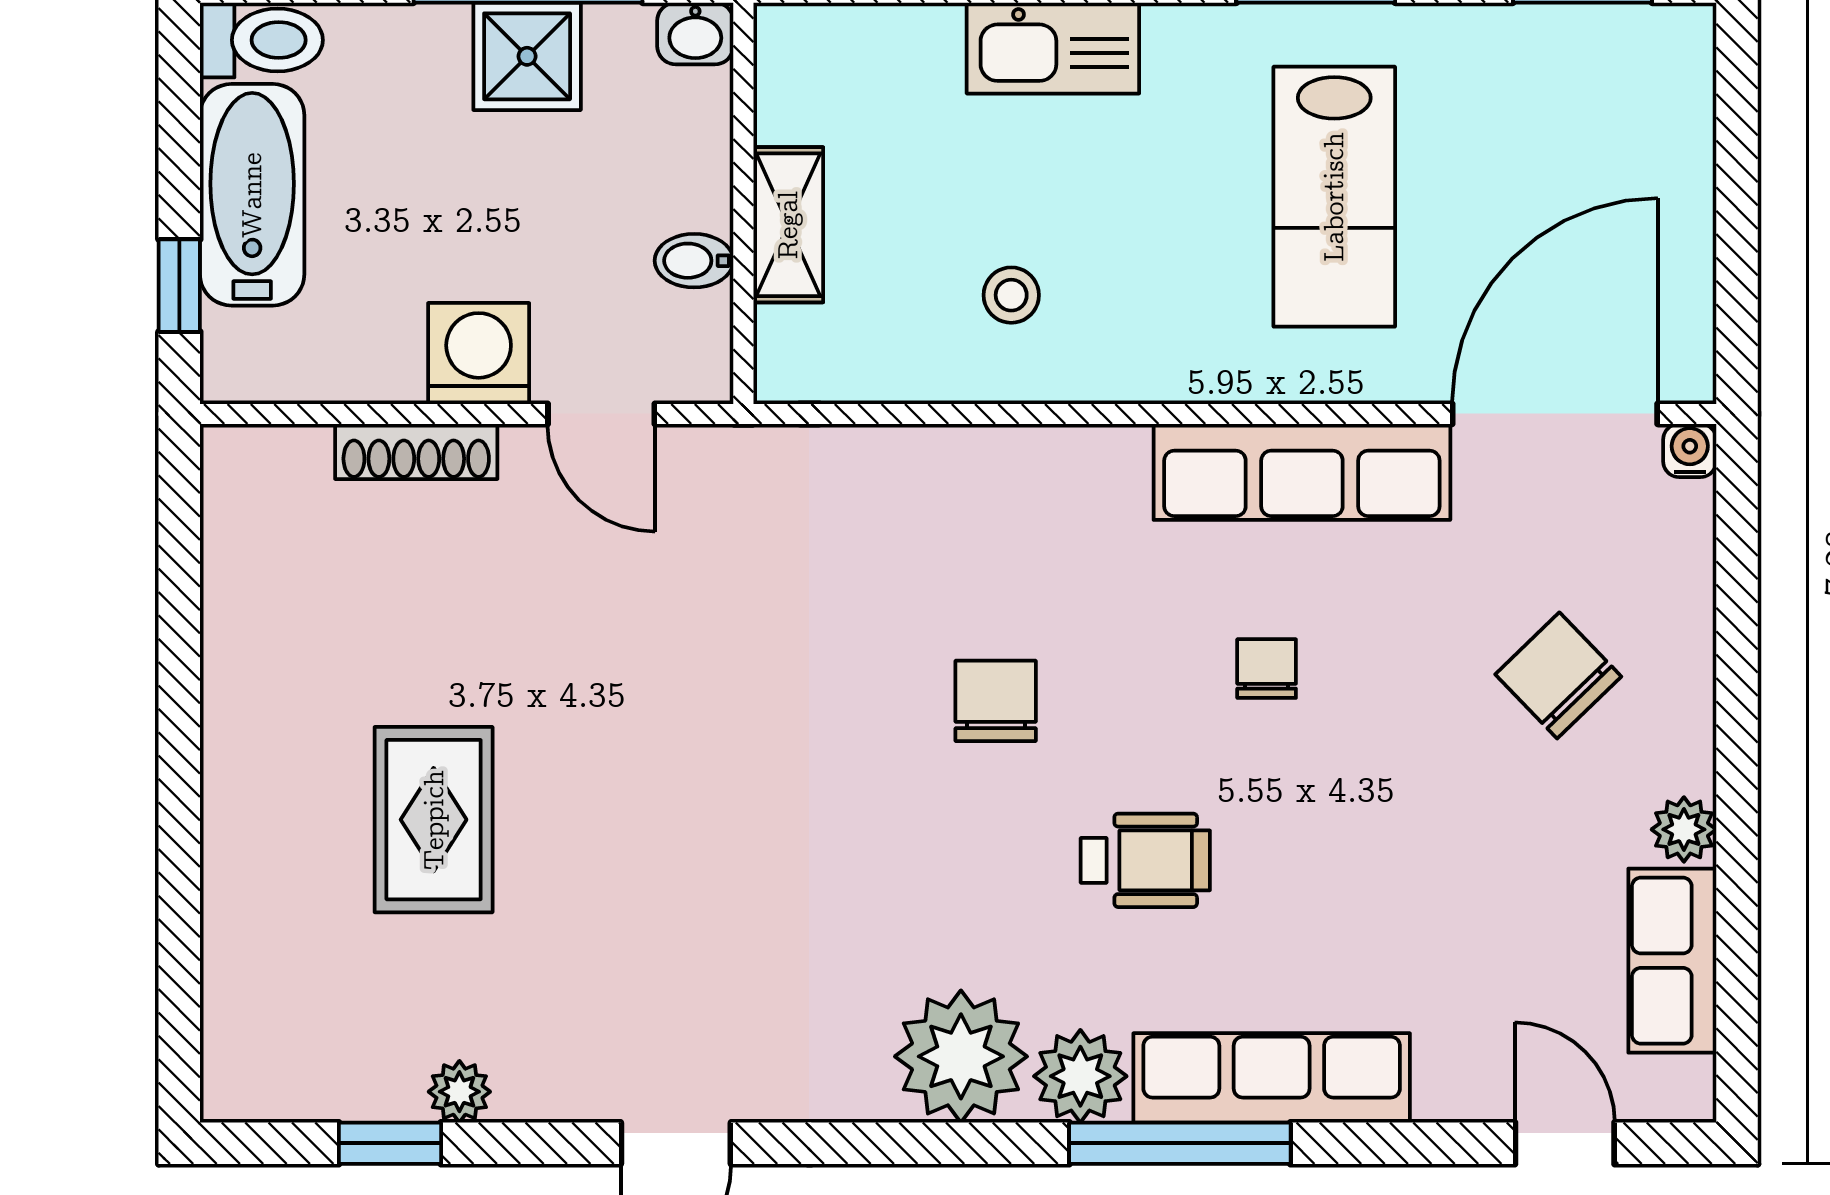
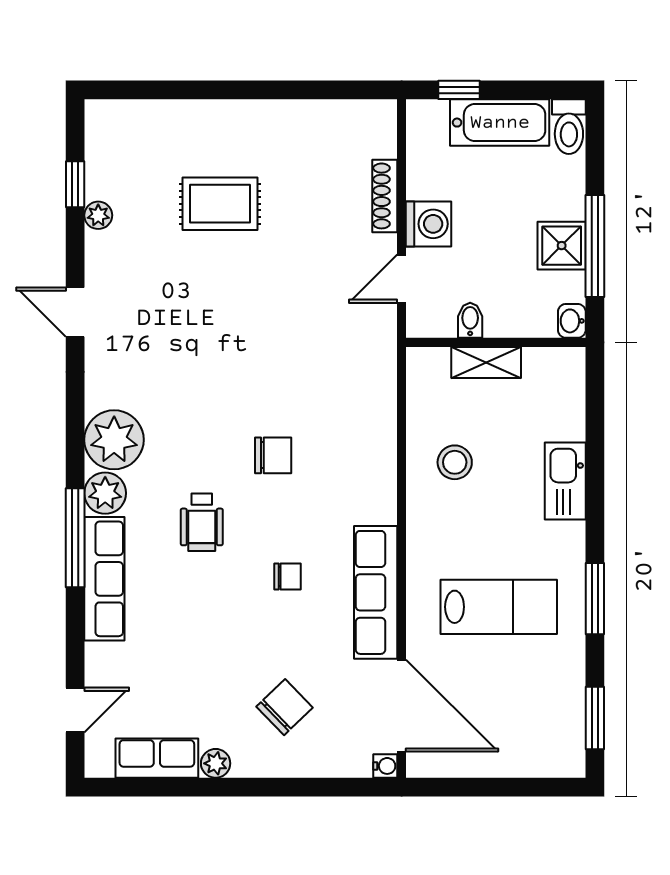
lab bench: (1334, 197) -> (499, 607), turned 180
stool: (1011, 295) -> (455, 462), width x1.37, depth x1.37

